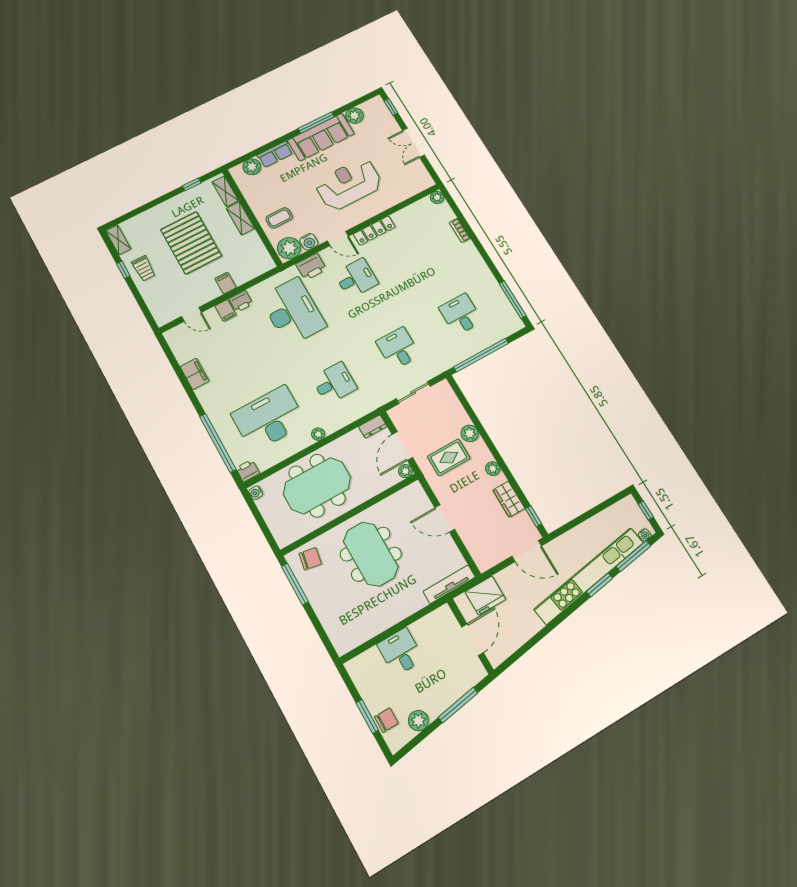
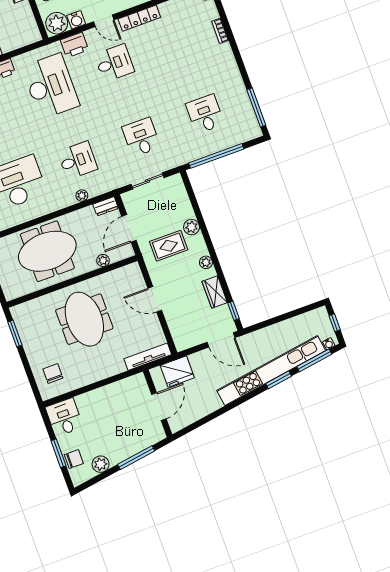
plant: (318, 434) -> (82, 196), moved
plant: (405, 471) -> (103, 260), moved
chair: (310, 559) -> (53, 374), moved, turned -100
window: (295, 584) -> (15, 333), width x0.69
desk: (400, 652) -> (64, 417), moved

